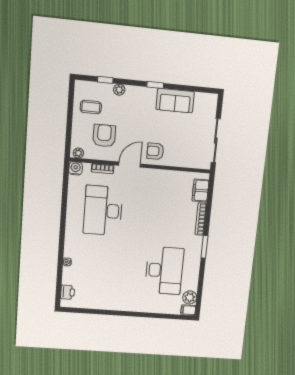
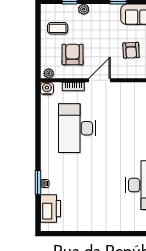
armchair: (155, 151) -> (131, 50), moved, turned -93
window: (60, 260) -> (38, 182), added
printer: (68, 292) -> (50, 209), width x1.87, depth x1.48

